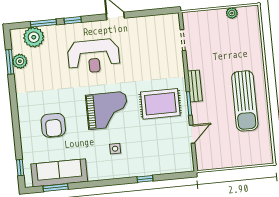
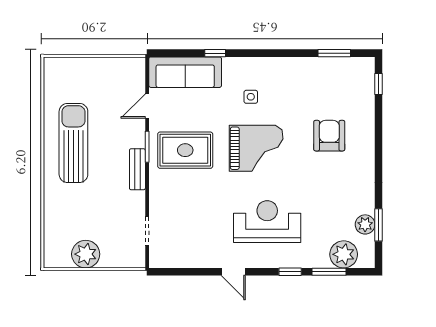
plant: (232, 13) -> (86, 254), width x1.88, depth x1.88
grand piano: (107, 110) -> (256, 148), turned 180
sofa: (59, 173) -> (185, 72), moved

